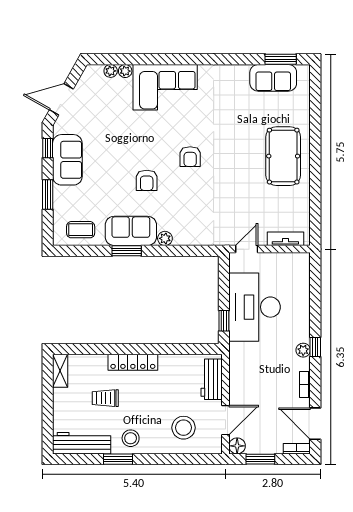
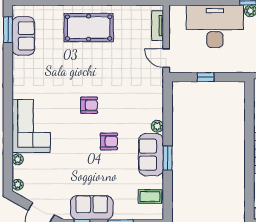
plant: (111, 71) -> (18, 185), moved
coffee table: (81, 230) -> (150, 197), turned 90
desk: (255, 307) -> (215, 26), moved, turned 180
window: (224, 321) -> (206, 77), moved

